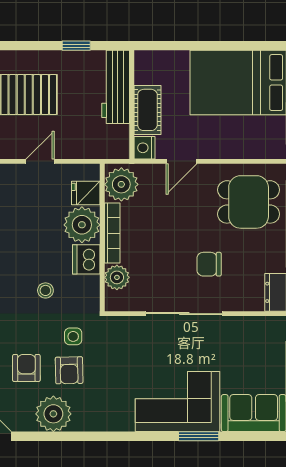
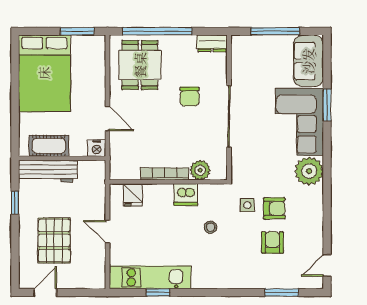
cot: (147, 110) -> (49, 146), moved
plant: (121, 184) -> (126, 167), removed
plant: (82, 225) -> (158, 198), removed
armchair: (26, 368) -> (272, 242), turned 90
plant: (53, 414) -> (309, 171), moved

